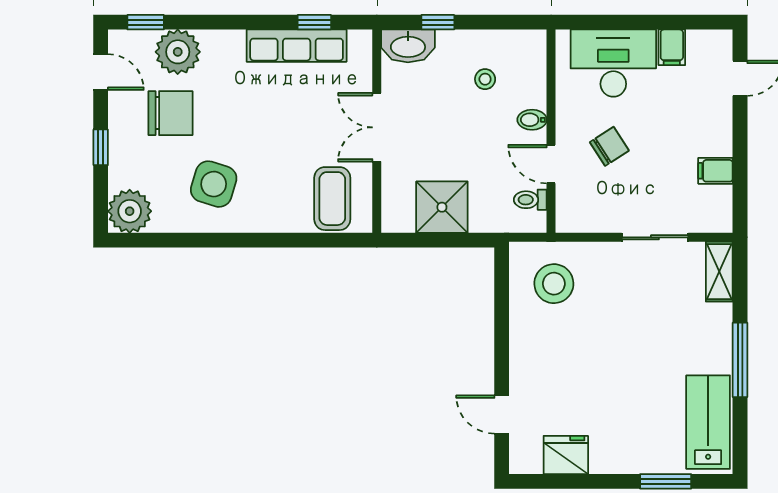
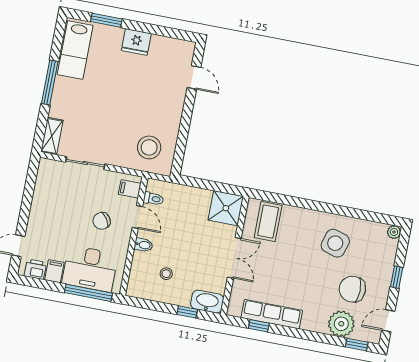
window: (608, 22) -> (88, 293), added
printer: (704, 45) -> (35, 269), added
door: (101, 72) -> (388, 321), hinge flipped
filing cabinet: (715, 171) -> (130, 189), moved, turned 180
shower: (442, 207) -> (226, 208), moved
plant: (130, 211) -> (394, 232), width x0.53, depth x0.53
fridge: (566, 455) -> (136, 42), moved

